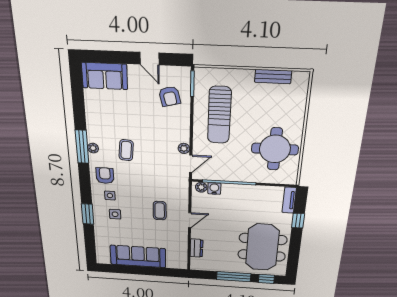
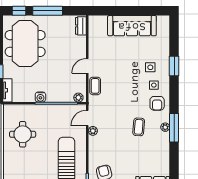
round table: (275, 149) -> (23, 134), width x0.73, depth x0.73
water cooler: (214, 189) -> (40, 97), moved
coffee table: (160, 211) -> (95, 86), moved
dresser: (196, 248) -> (81, 26), moved

